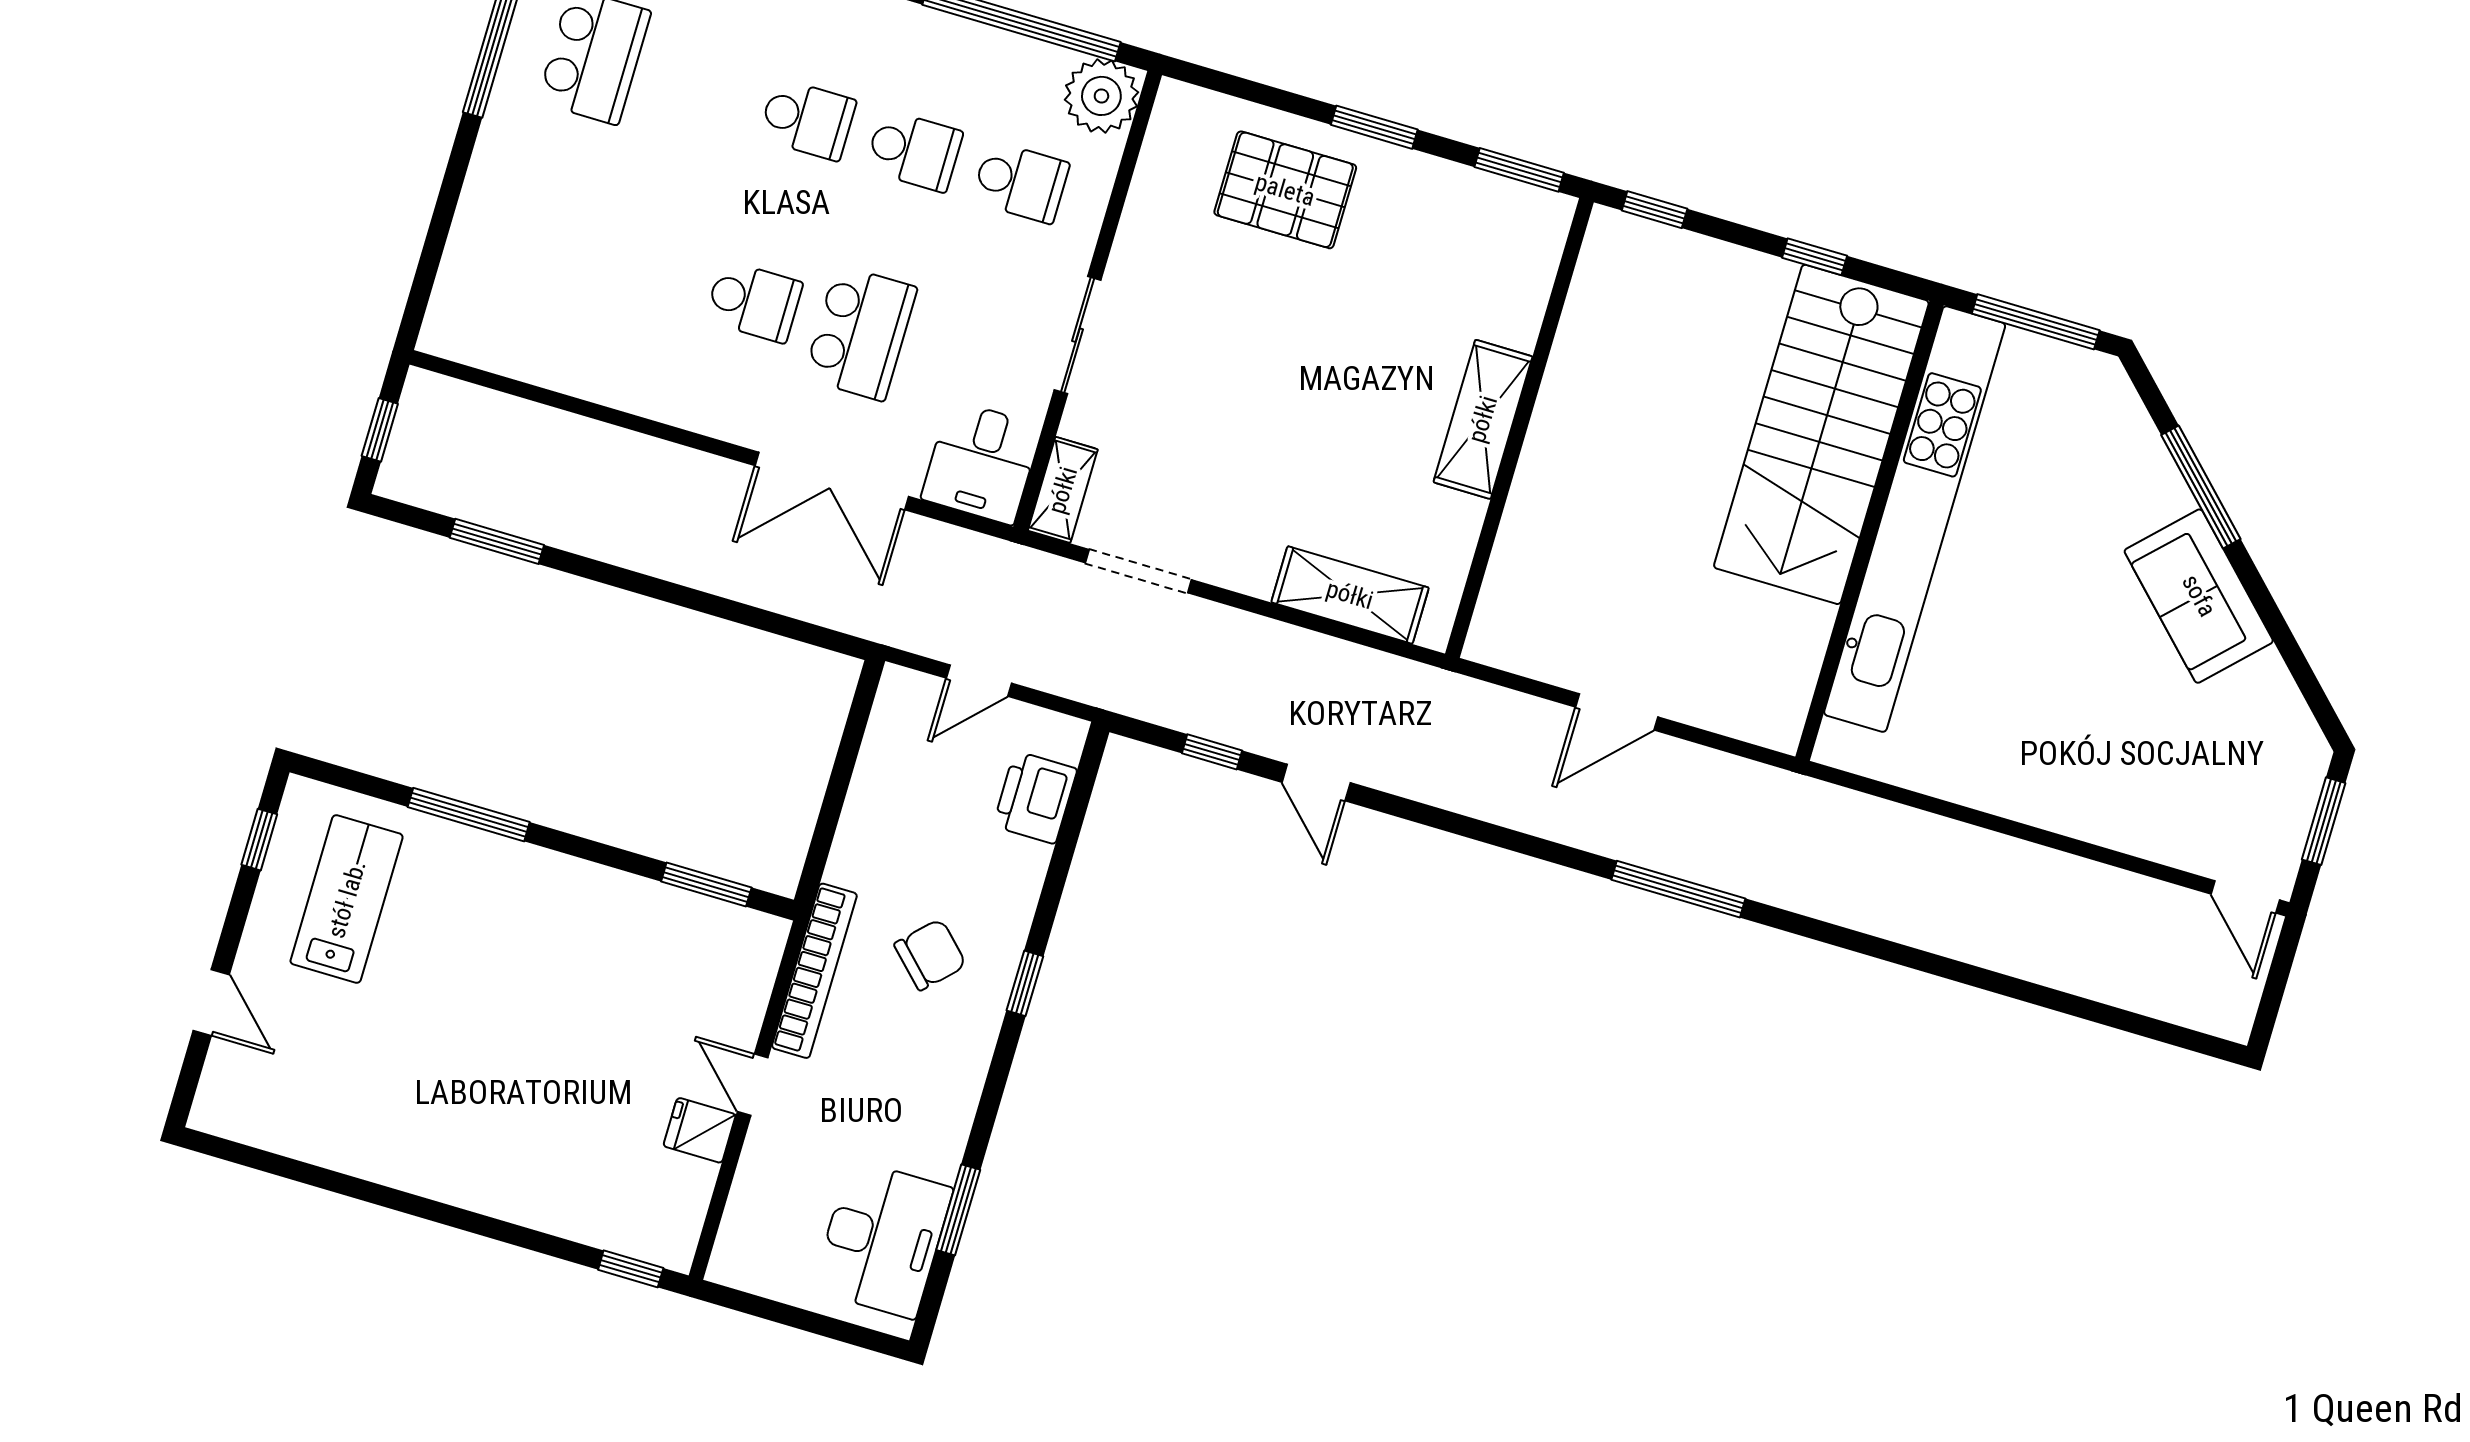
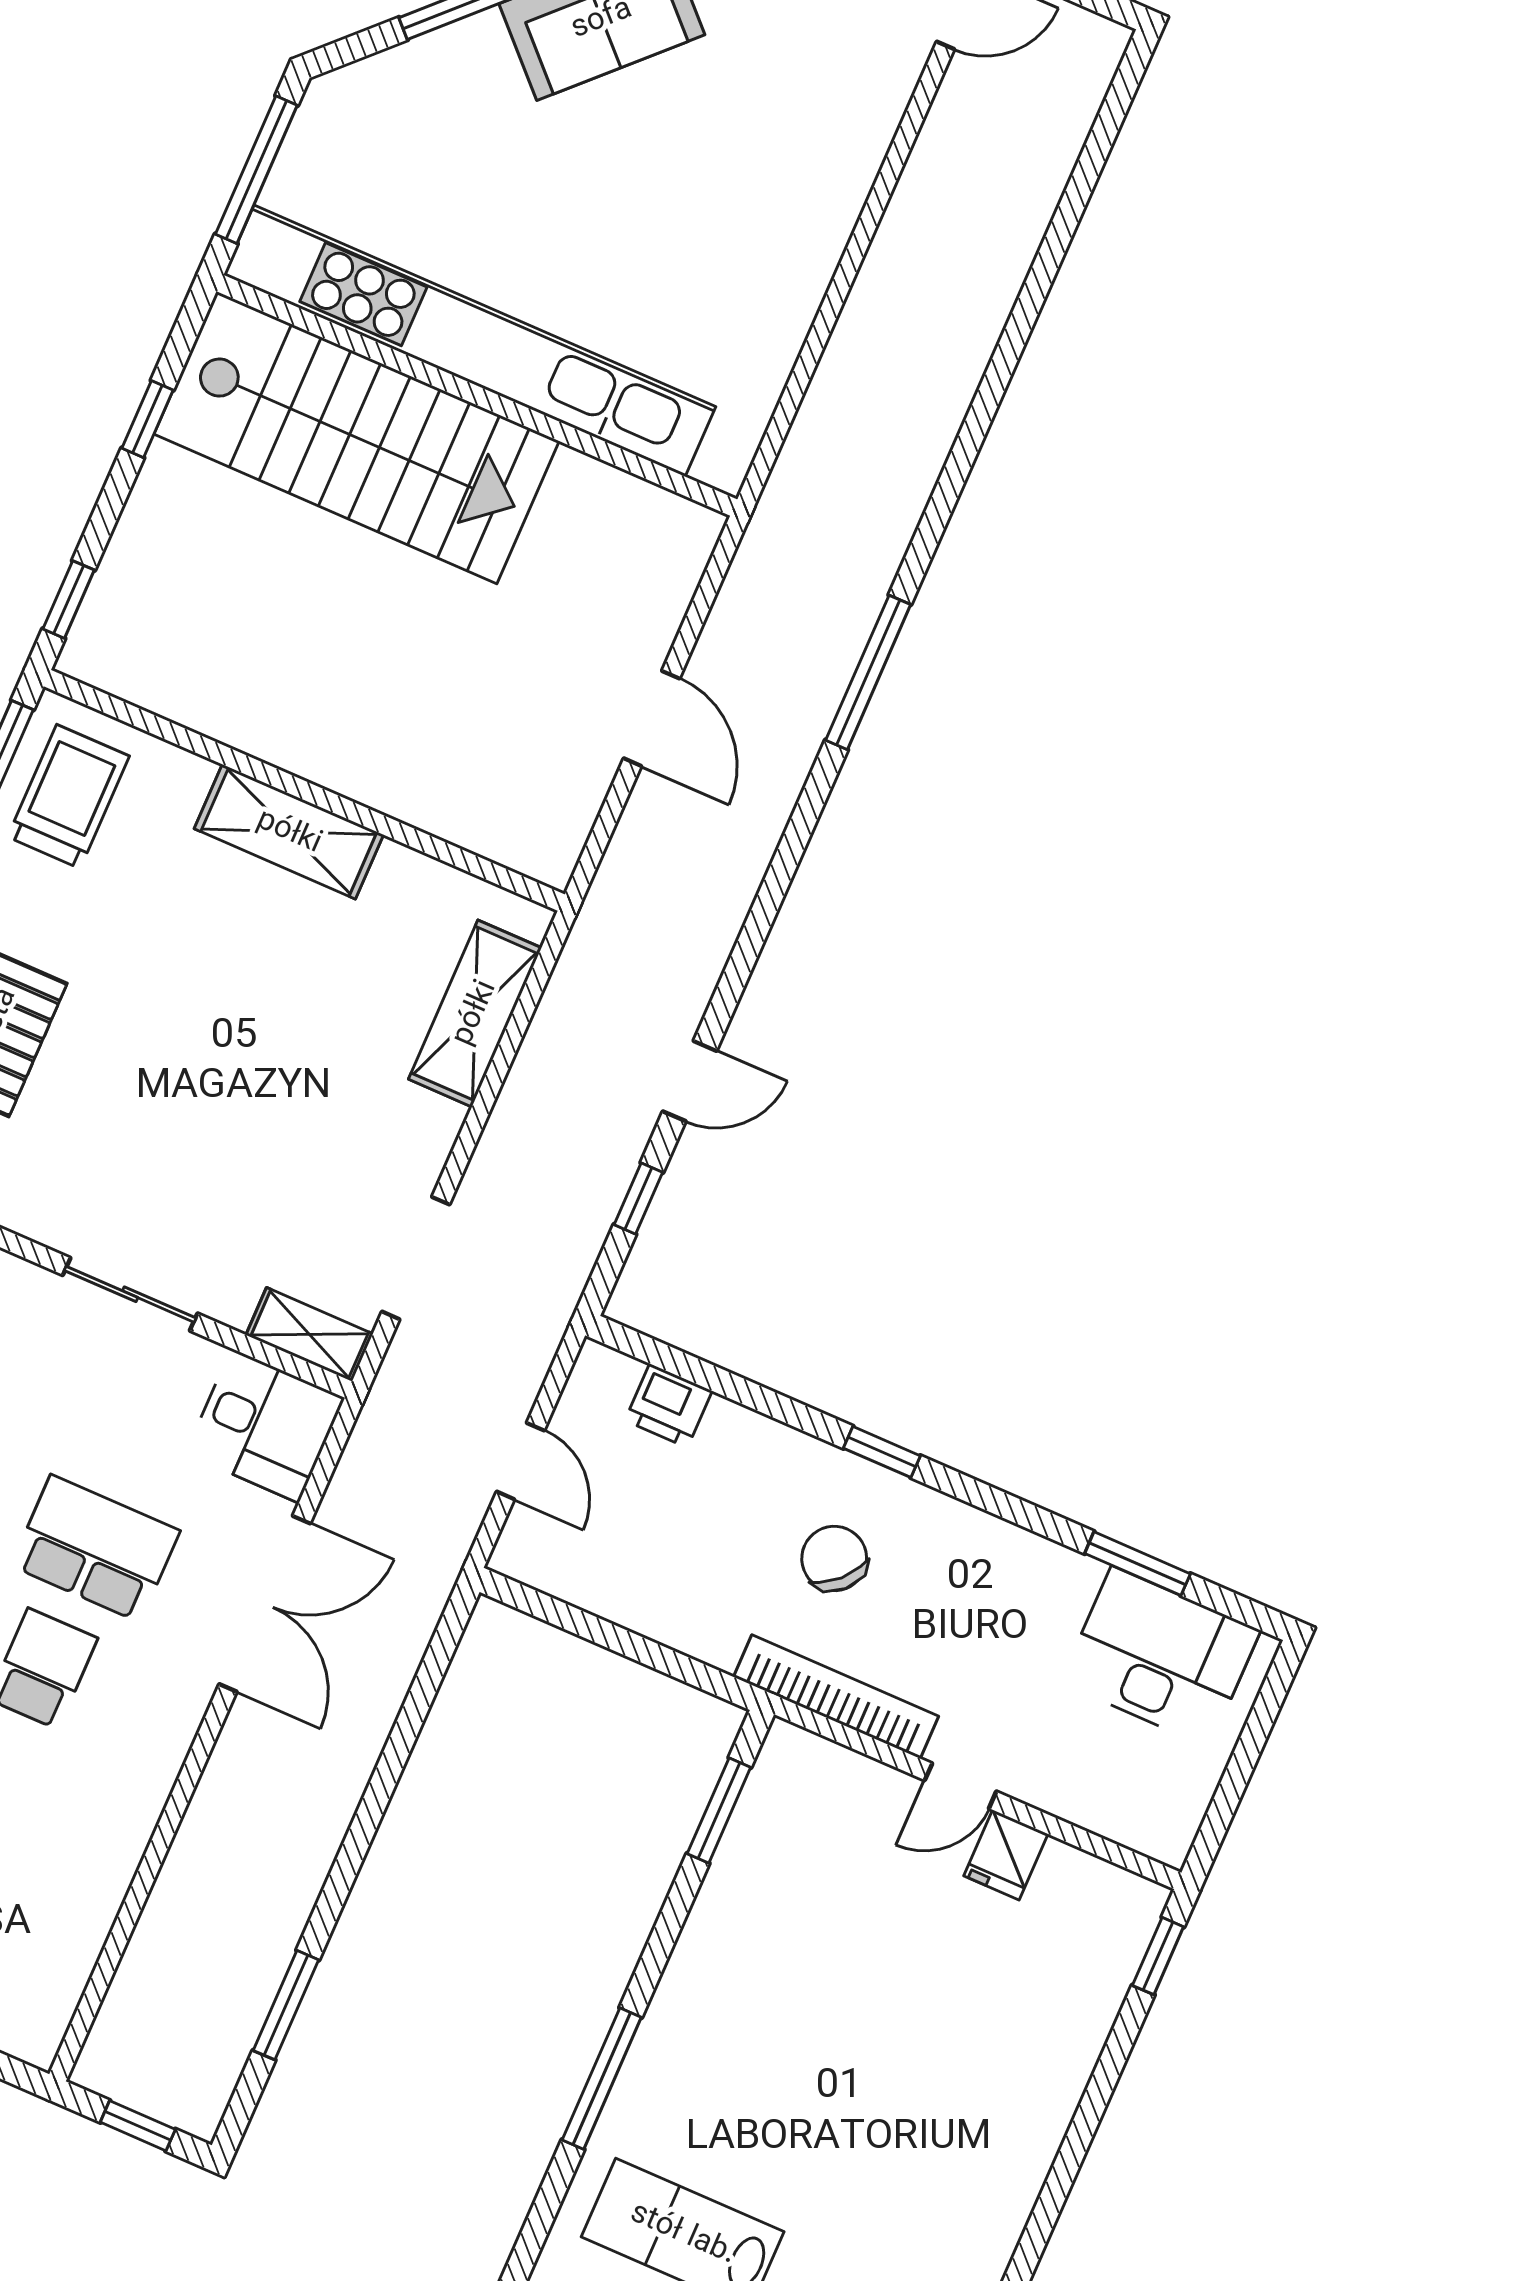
trolley: (1489, 230) -> (68, 796), added
printer: (1035, 797) -> (669, 1406), width x0.73, depth x0.81

